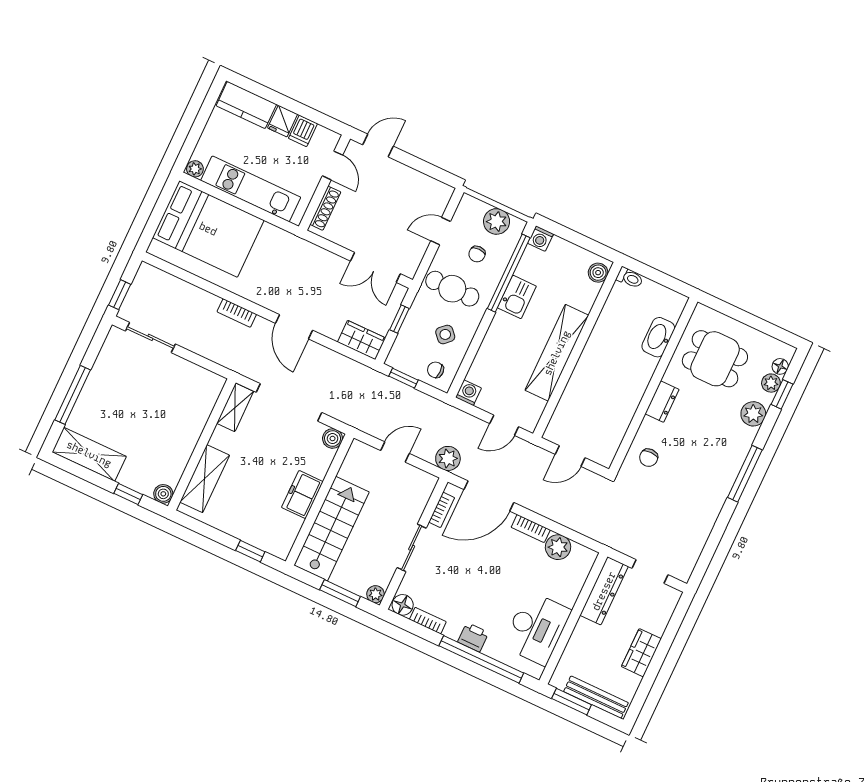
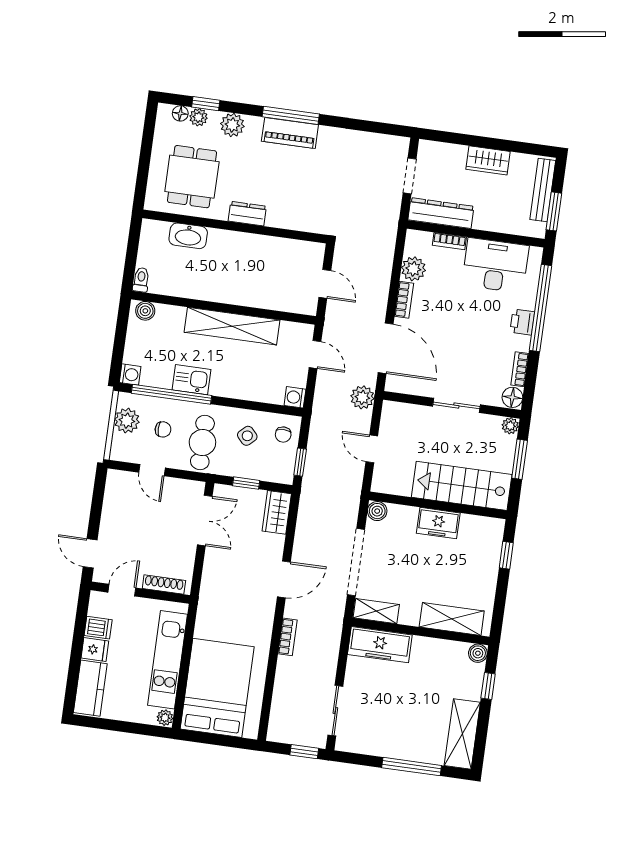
freezer: (201, 401) -> (380, 645), added
chair: (649, 458) -> (304, 210), removed
piano: (728, 468) -> (290, 133), added
bookcase: (442, 510) -> (449, 241), moved, turned 180

